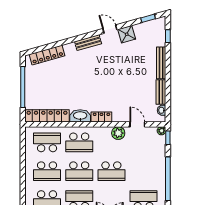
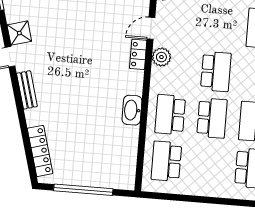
locker: (47, 116) -> (128, 158), removed
locker: (101, 117) -> (138, 54), moved
school desk: (79, 142) -> (170, 115), turned 180
school desk: (47, 171) -> (208, 165), removed

